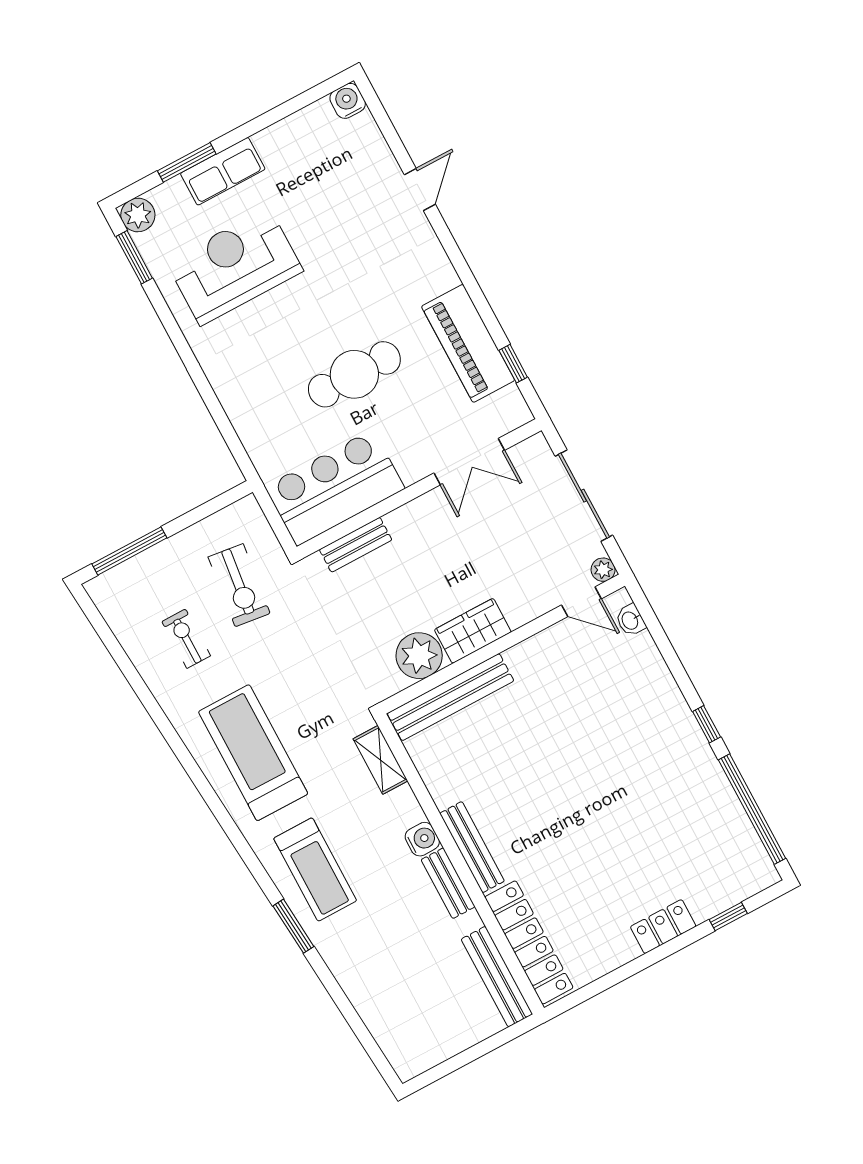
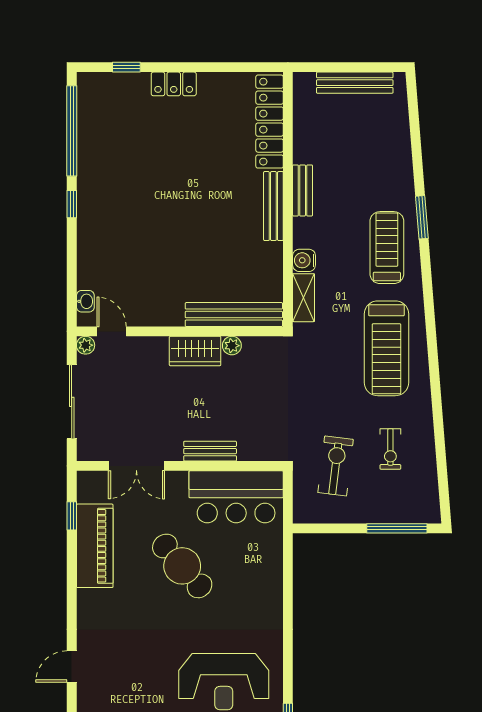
cafe table: (354, 374) -> (182, 566), turned 49
double door: (469, 462) -> (136, 466), swing flipped
bench: (356, 545) -> (210, 451), moved
plant: (419, 656) -> (232, 346), width x0.53, depth x0.53
water cooler: (422, 839) -> (304, 260), moved
bench: (497, 977) -> (355, 83), moved, turned 90

